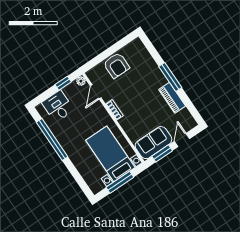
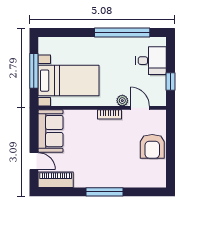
armchair: (116, 65) -> (152, 146), turned -90
plant: (81, 81) -> (122, 101), moved
piano: (172, 98) -> (56, 180), moved
window: (162, 153) -> (34, 132), removed

